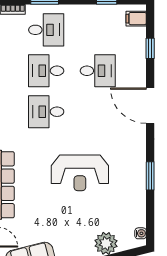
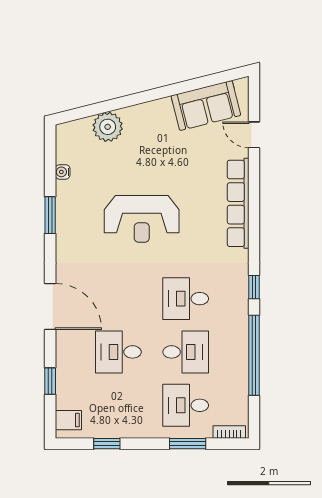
desk: (46, 112) -> (186, 299), turned 180
reception desk: (80, 173) -> (142, 219), turned 180
water cooler: (141, 233) -> (63, 172), moved

